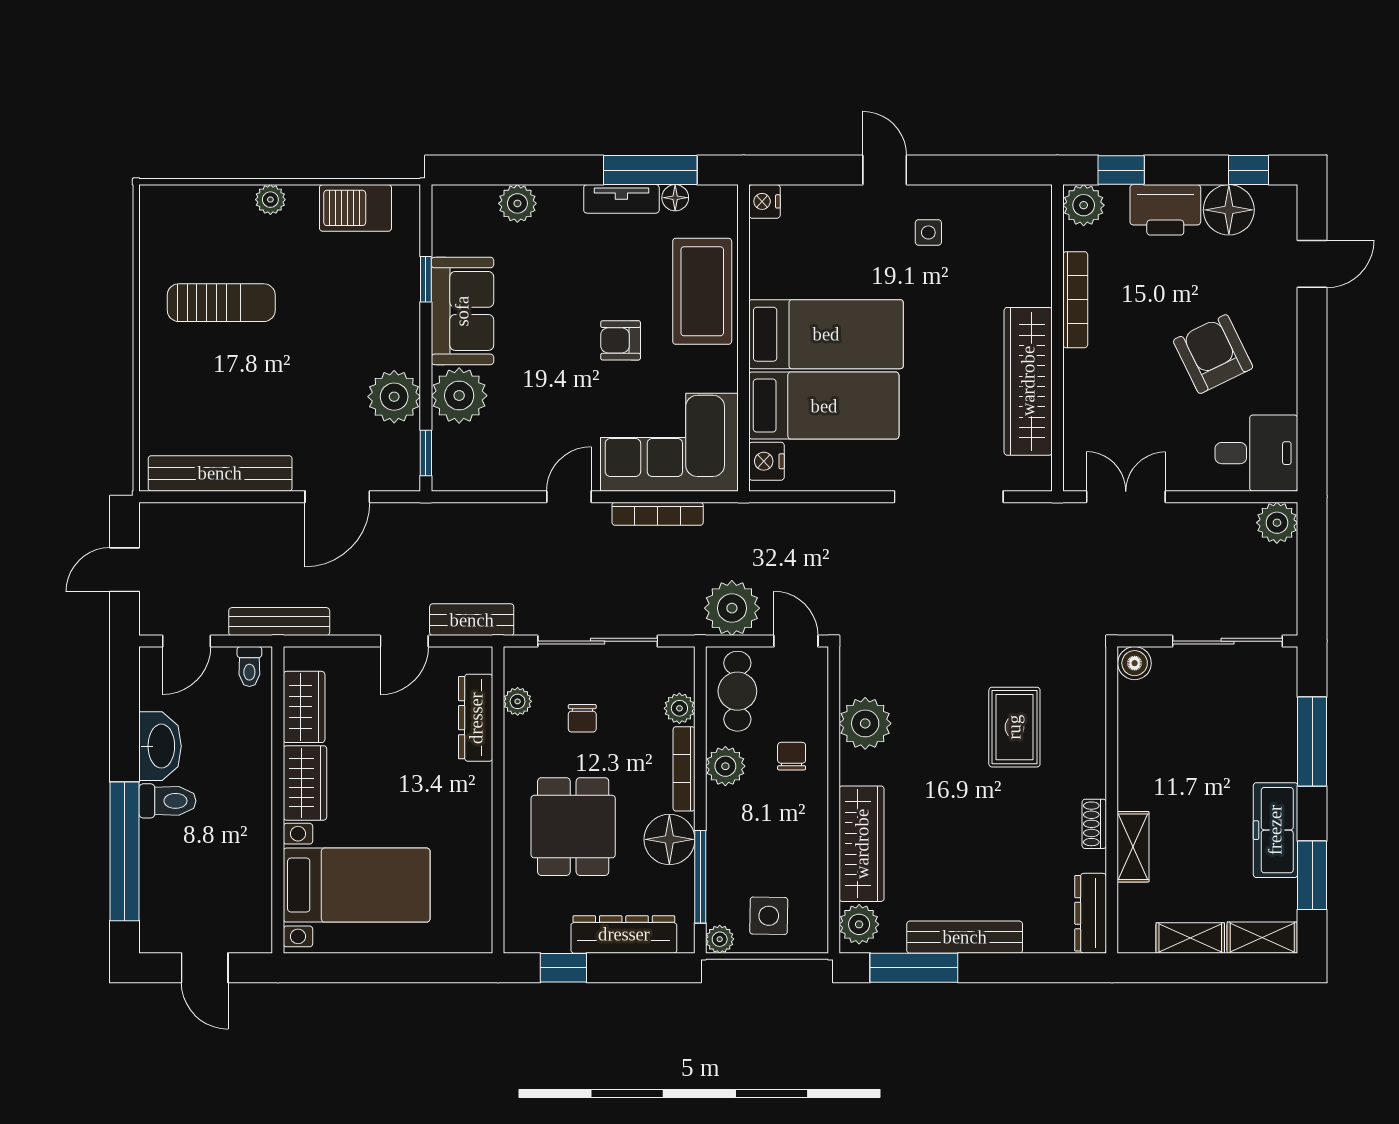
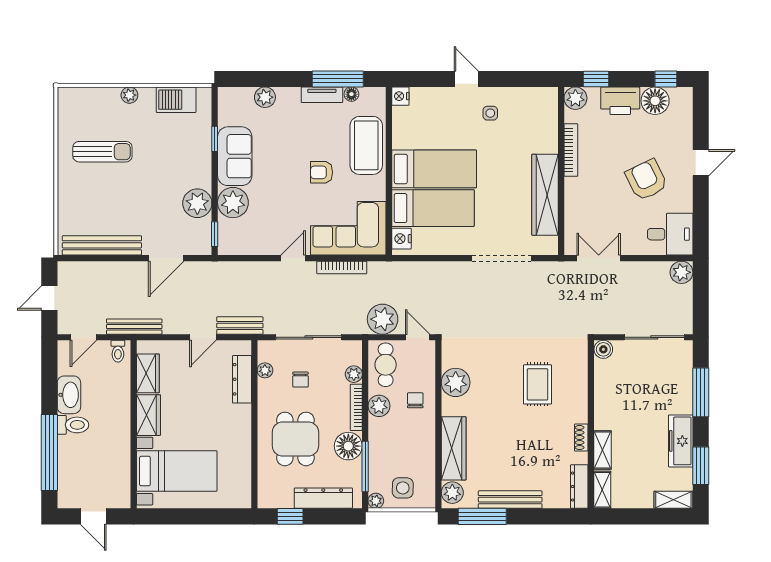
door: (1312, 264) -> (701, 163), moved
shelving: (1190, 938) -> (602, 490), moved, turned 90

